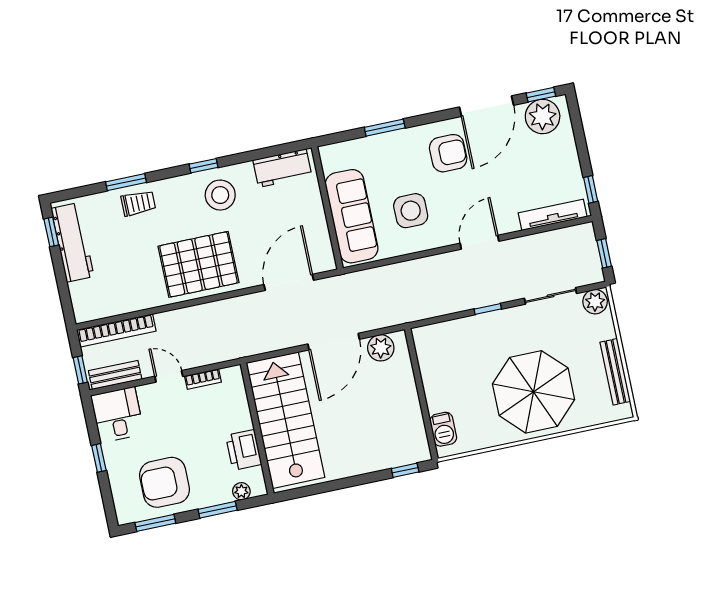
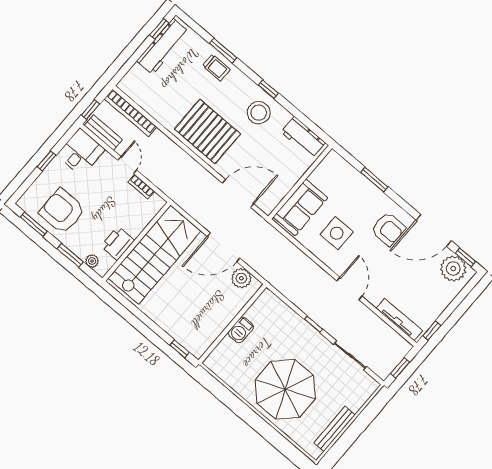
sofa: (352, 216) -> (300, 207), width x0.73
door: (479, 242) -> (349, 289), hinge flipped
plant: (595, 302) -> (367, 385), removed
barbecue: (443, 429) -> (241, 330), moved

